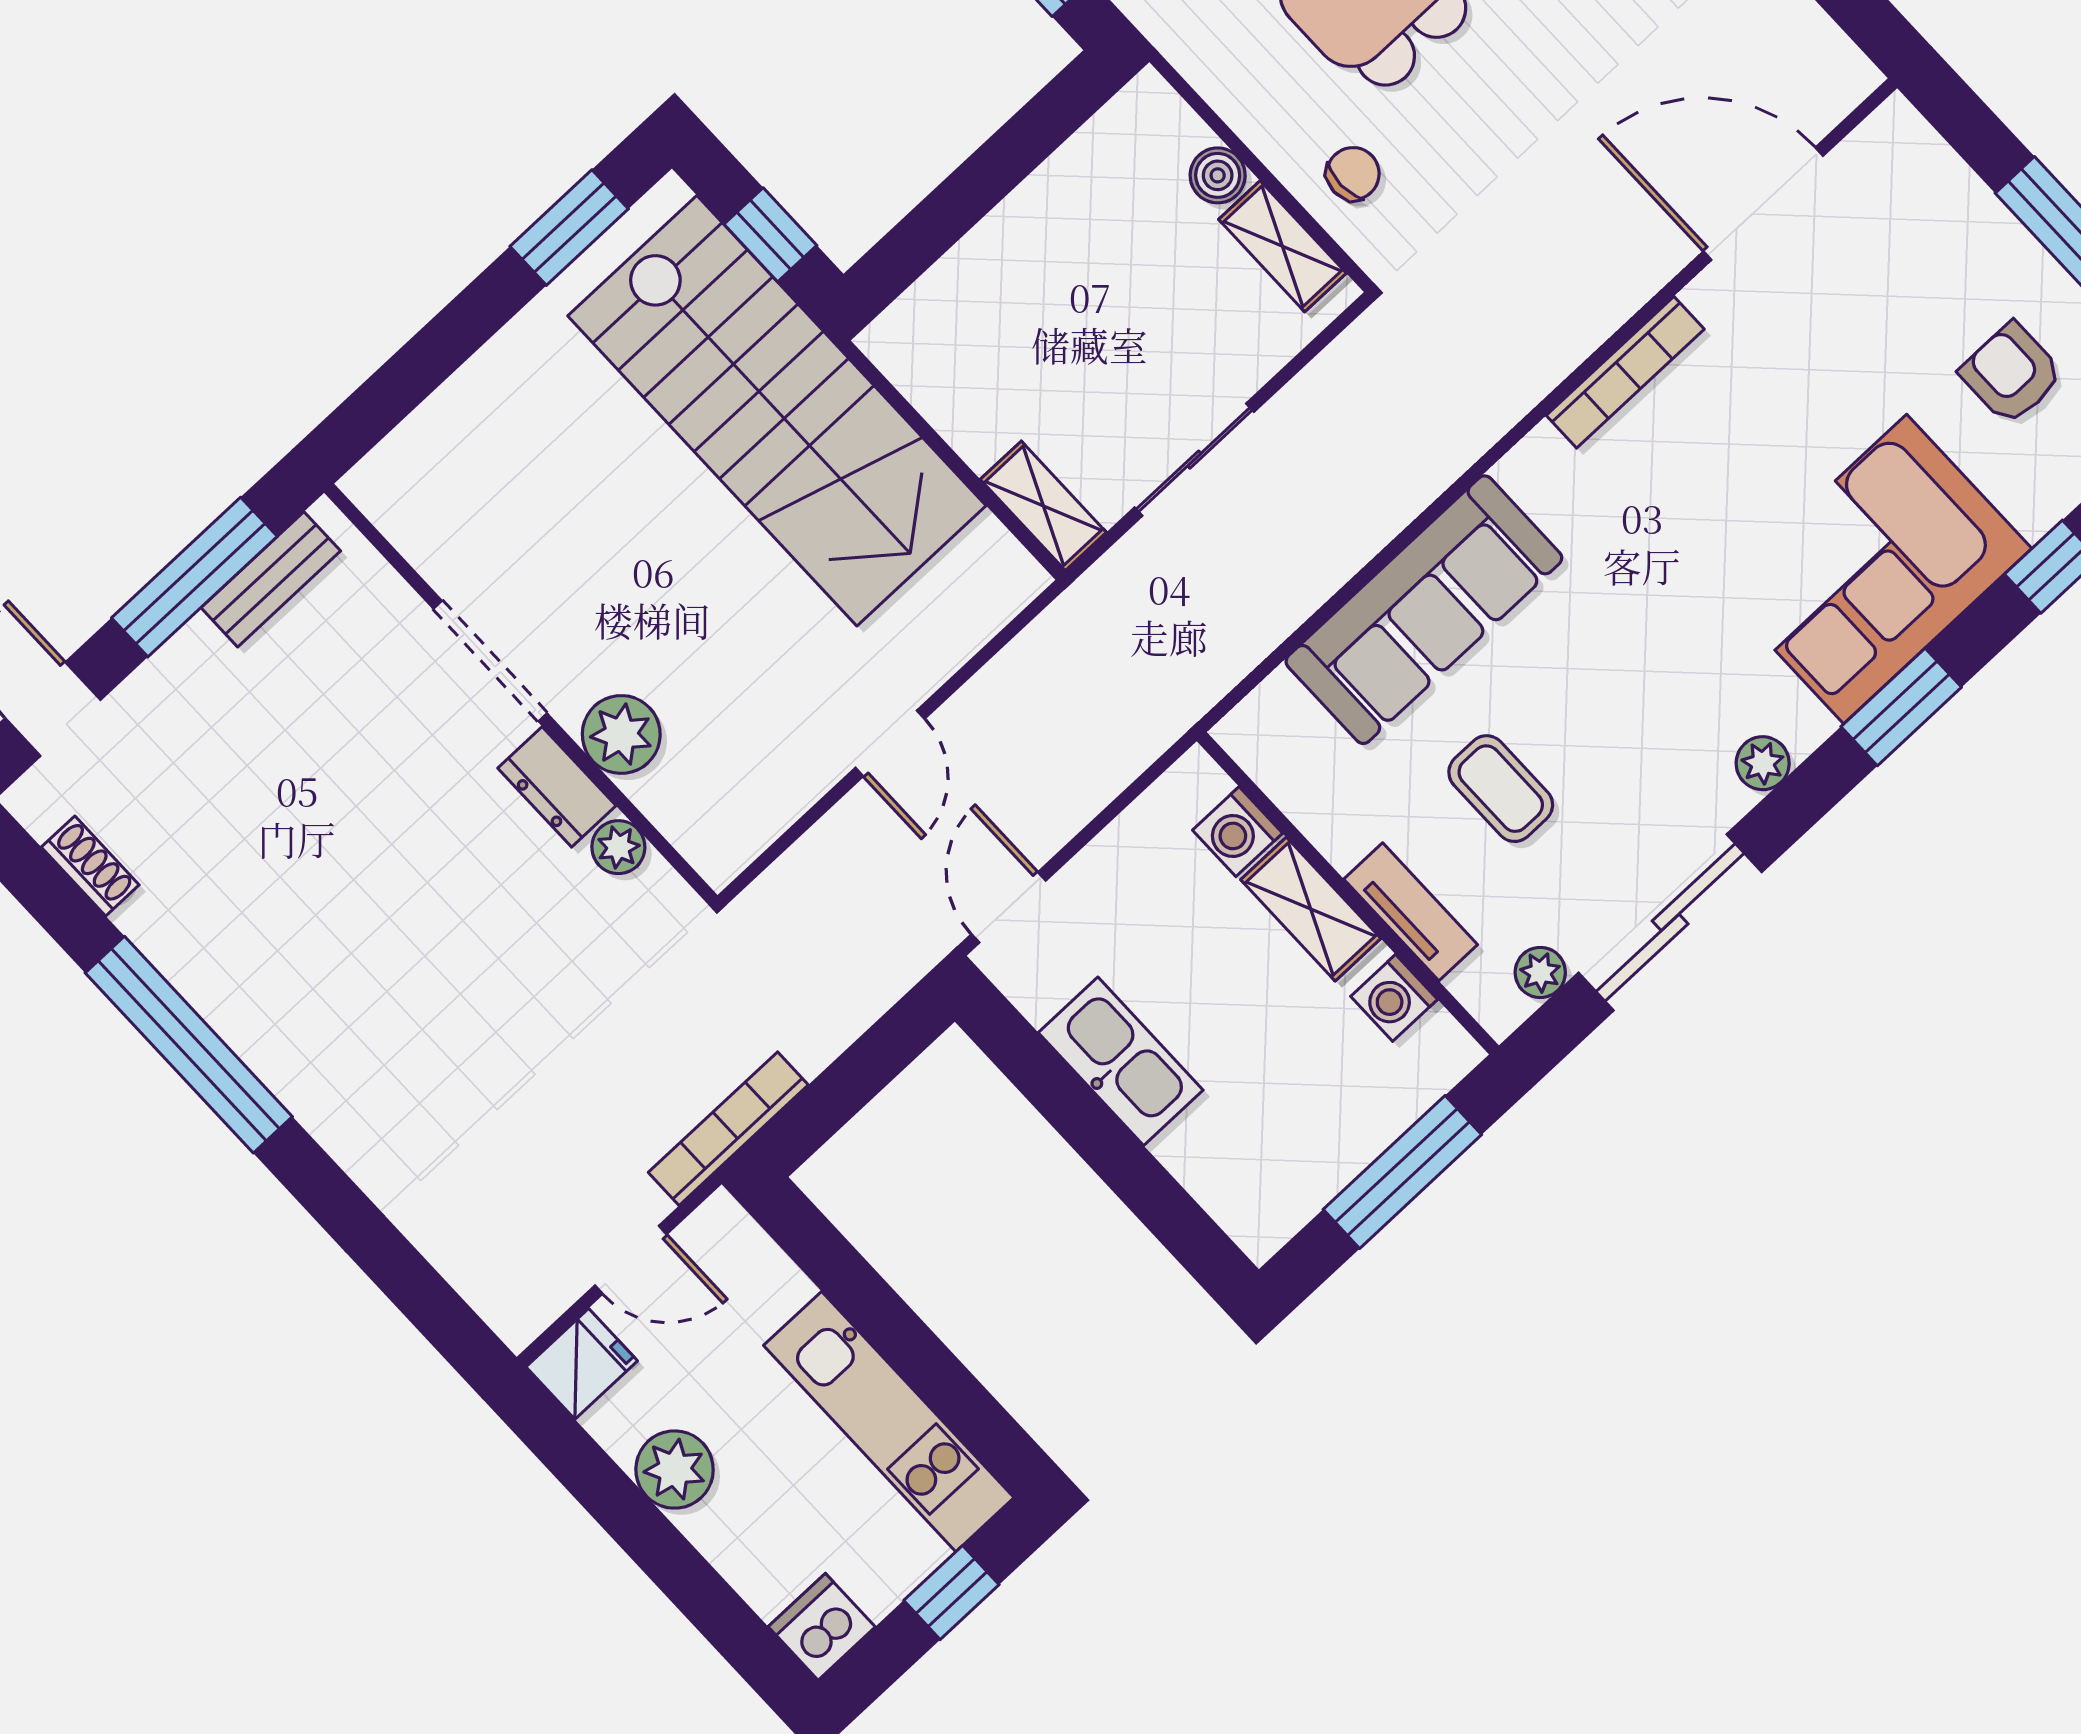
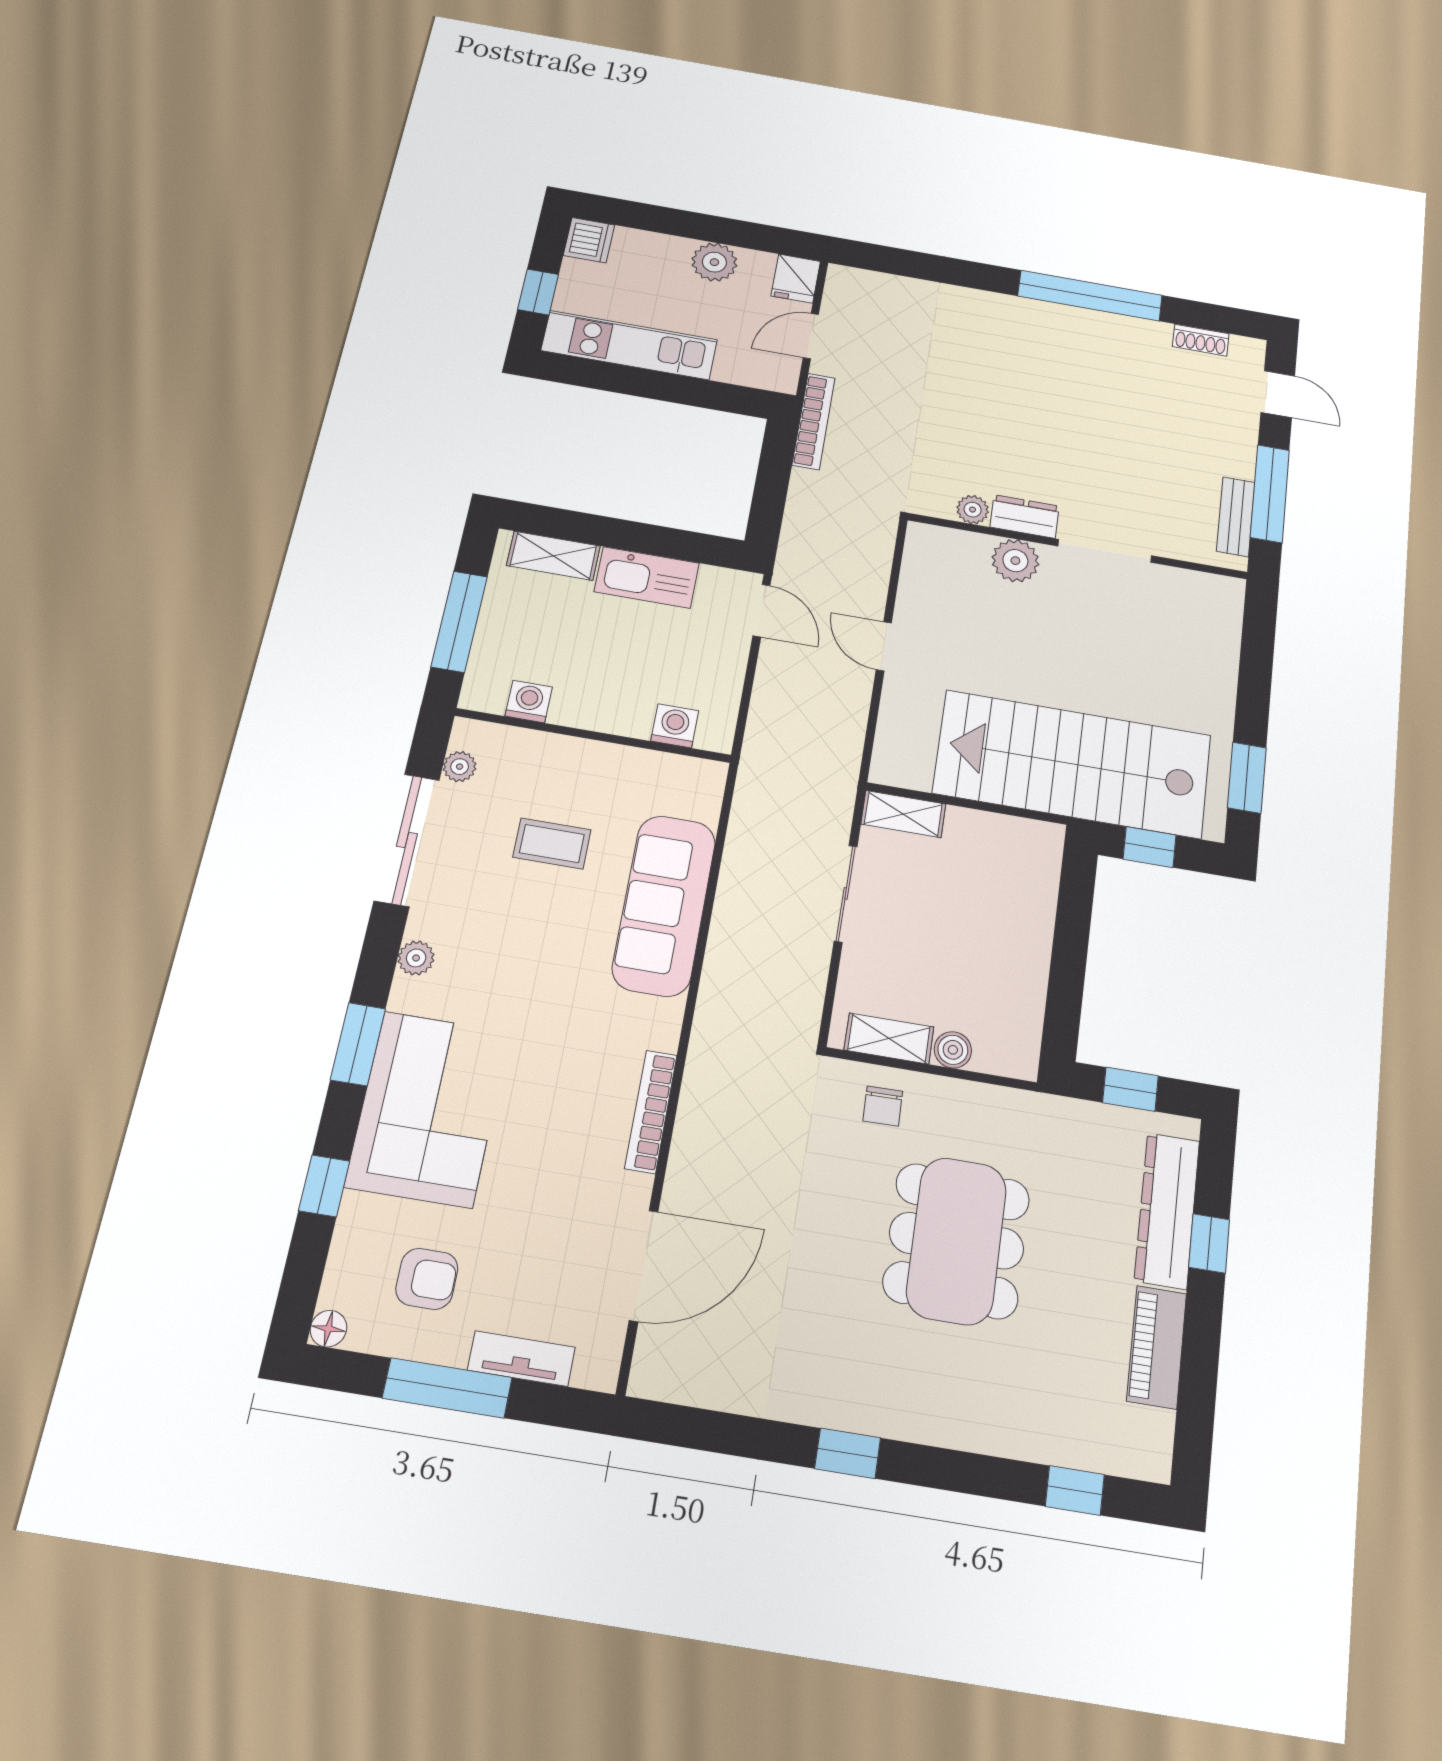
shelving: (1311, 909) -> (553, 556), moved
tv unit: (1411, 912) -> (521, 1359), moved, turned 180

